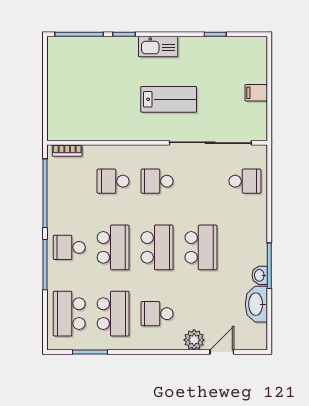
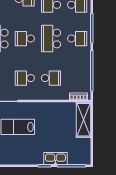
kitchen sink: (158, 47) -> (55, 158), moved
shelving: (59, 111) -> (84, 120), added
school desk: (157, 181) -> (25, 78), turned 180
school desk: (157, 247) -> (25, 39), width x0.54

